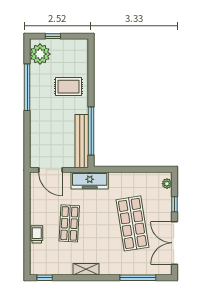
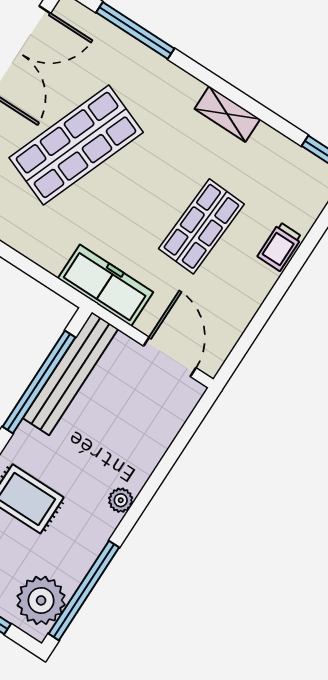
window: (27, 87) -> (84, 591), moved
plant: (35, 108) -> (121, 500), added
shop shelf: (132, 223) -> (76, 145), turned 30

